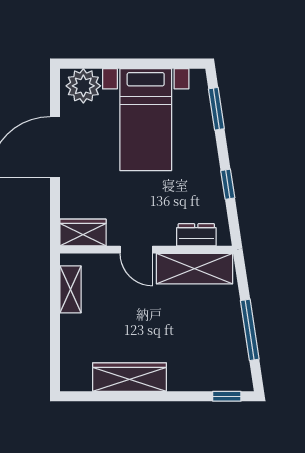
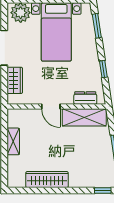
wardrobe: (83, 233) -> (15, 80), moved, turned 90
shelving: (71, 289) -> (13, 141), moved

